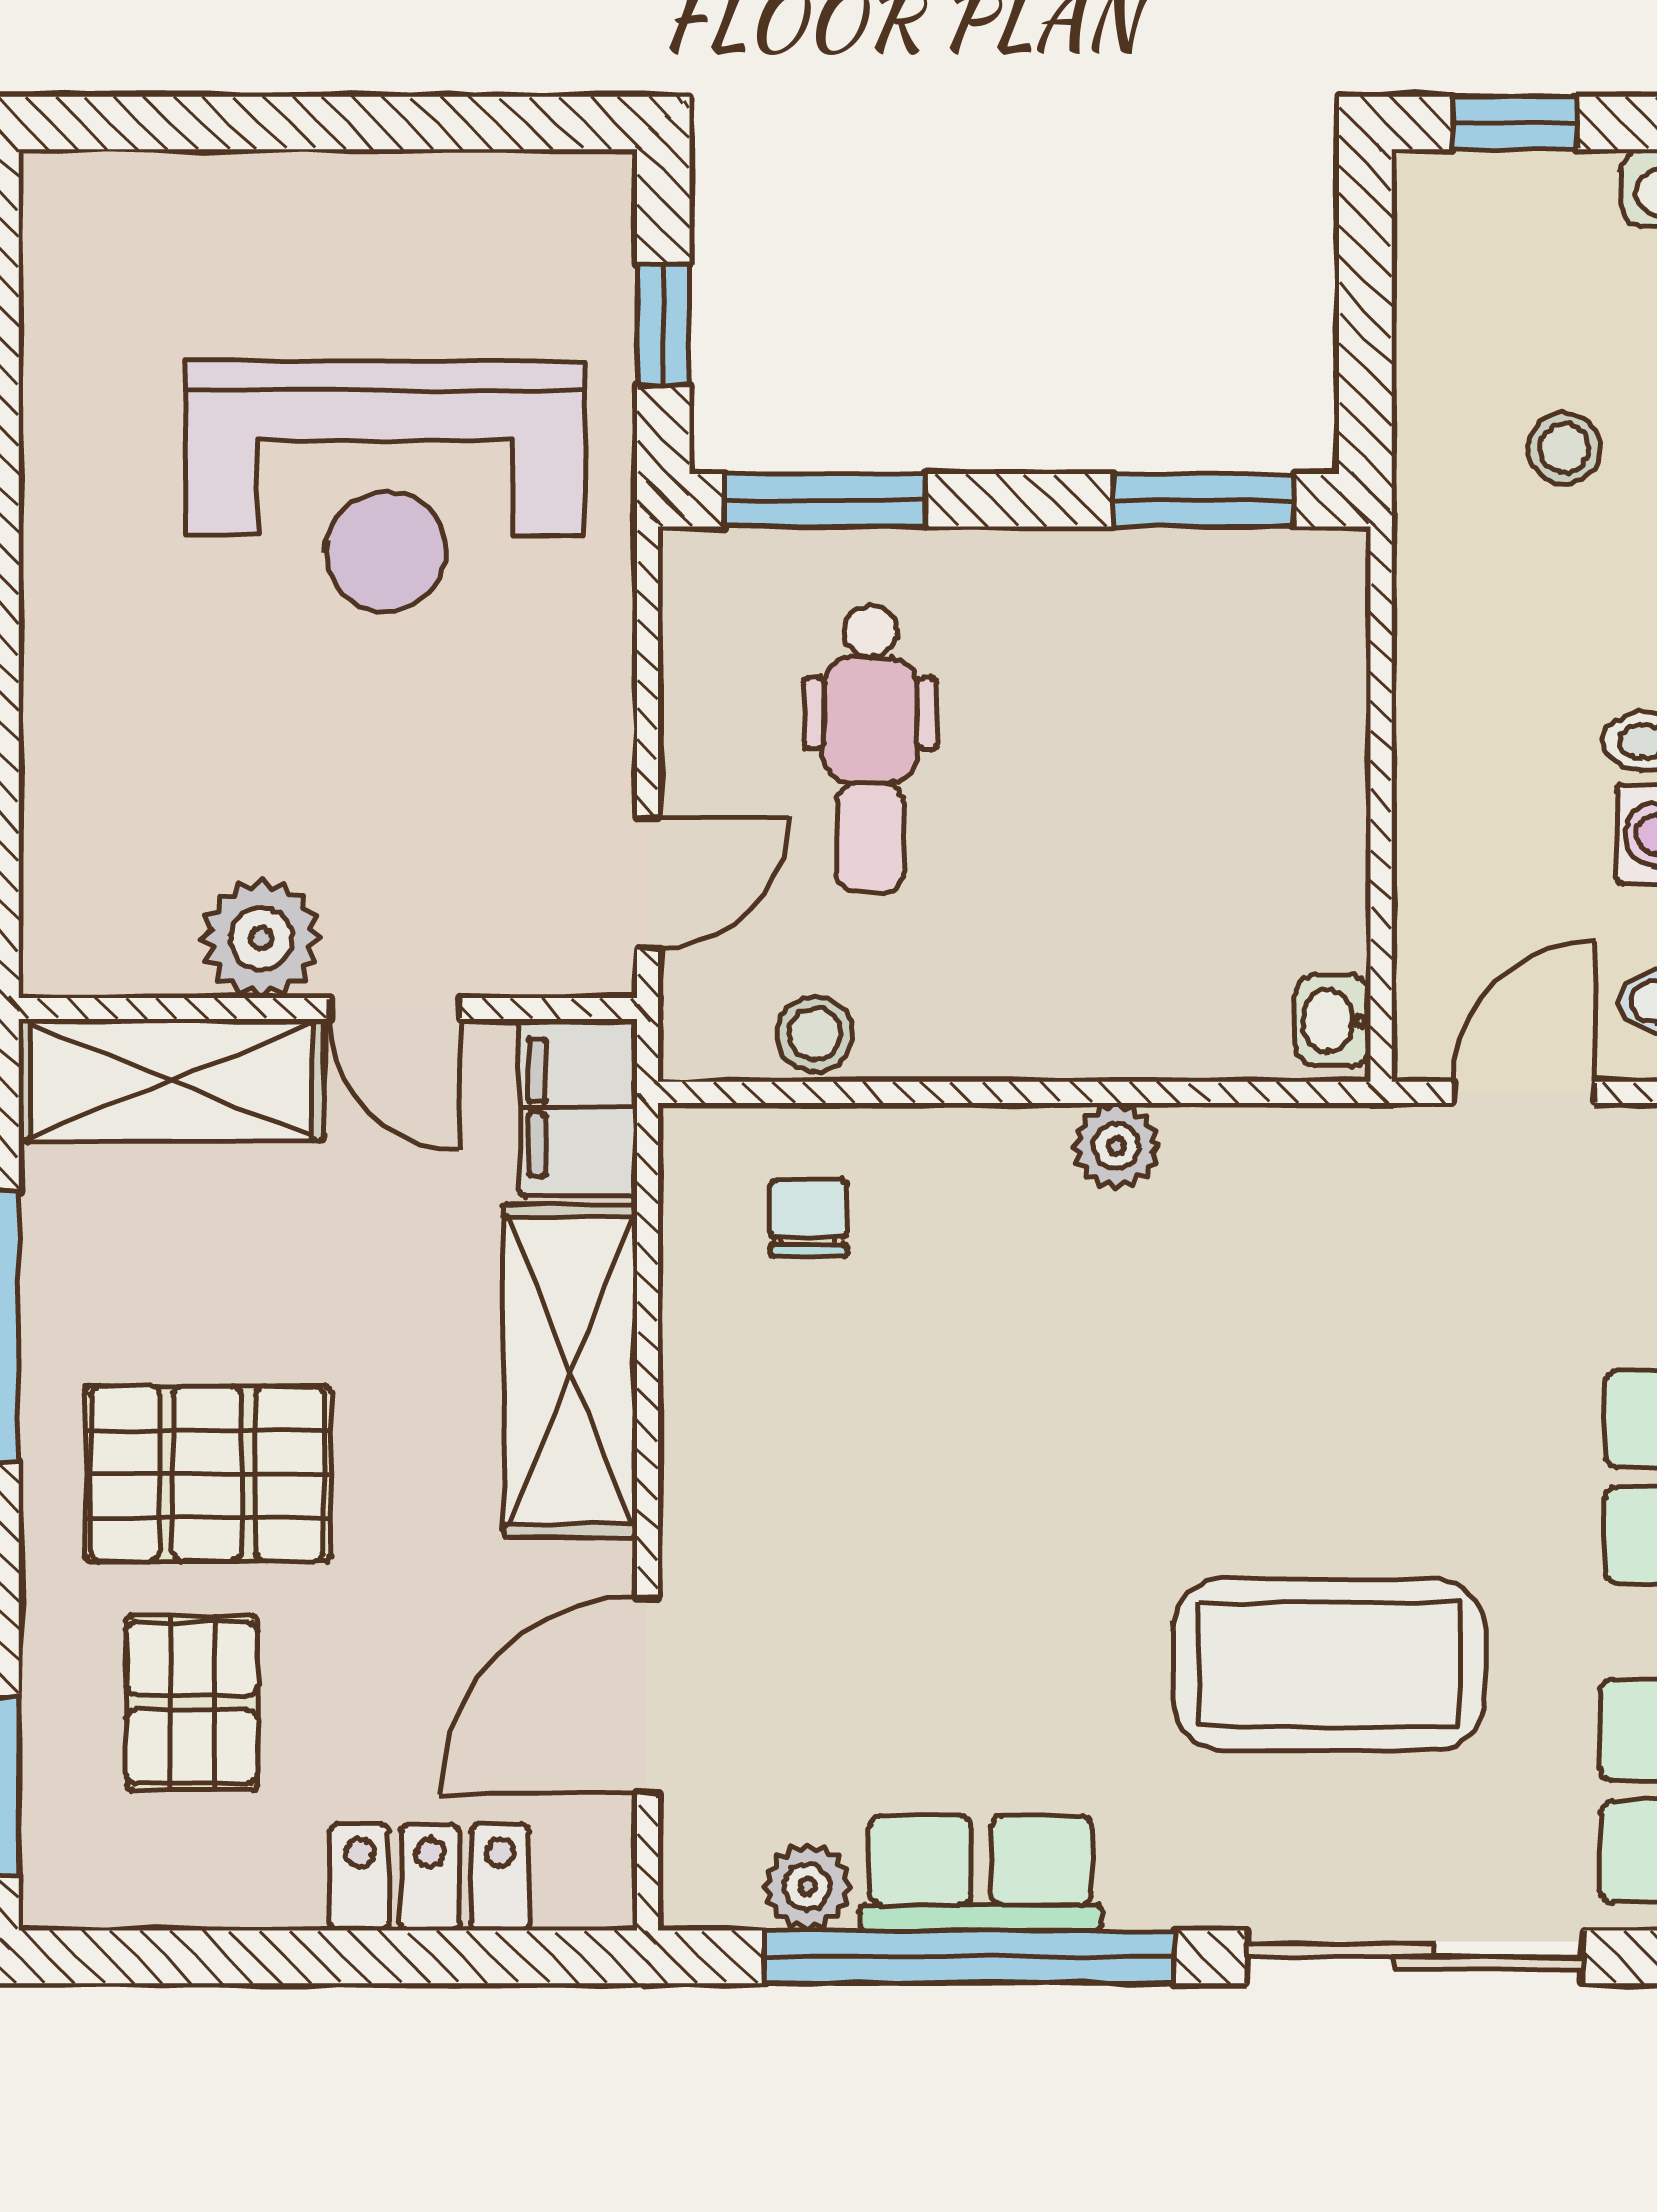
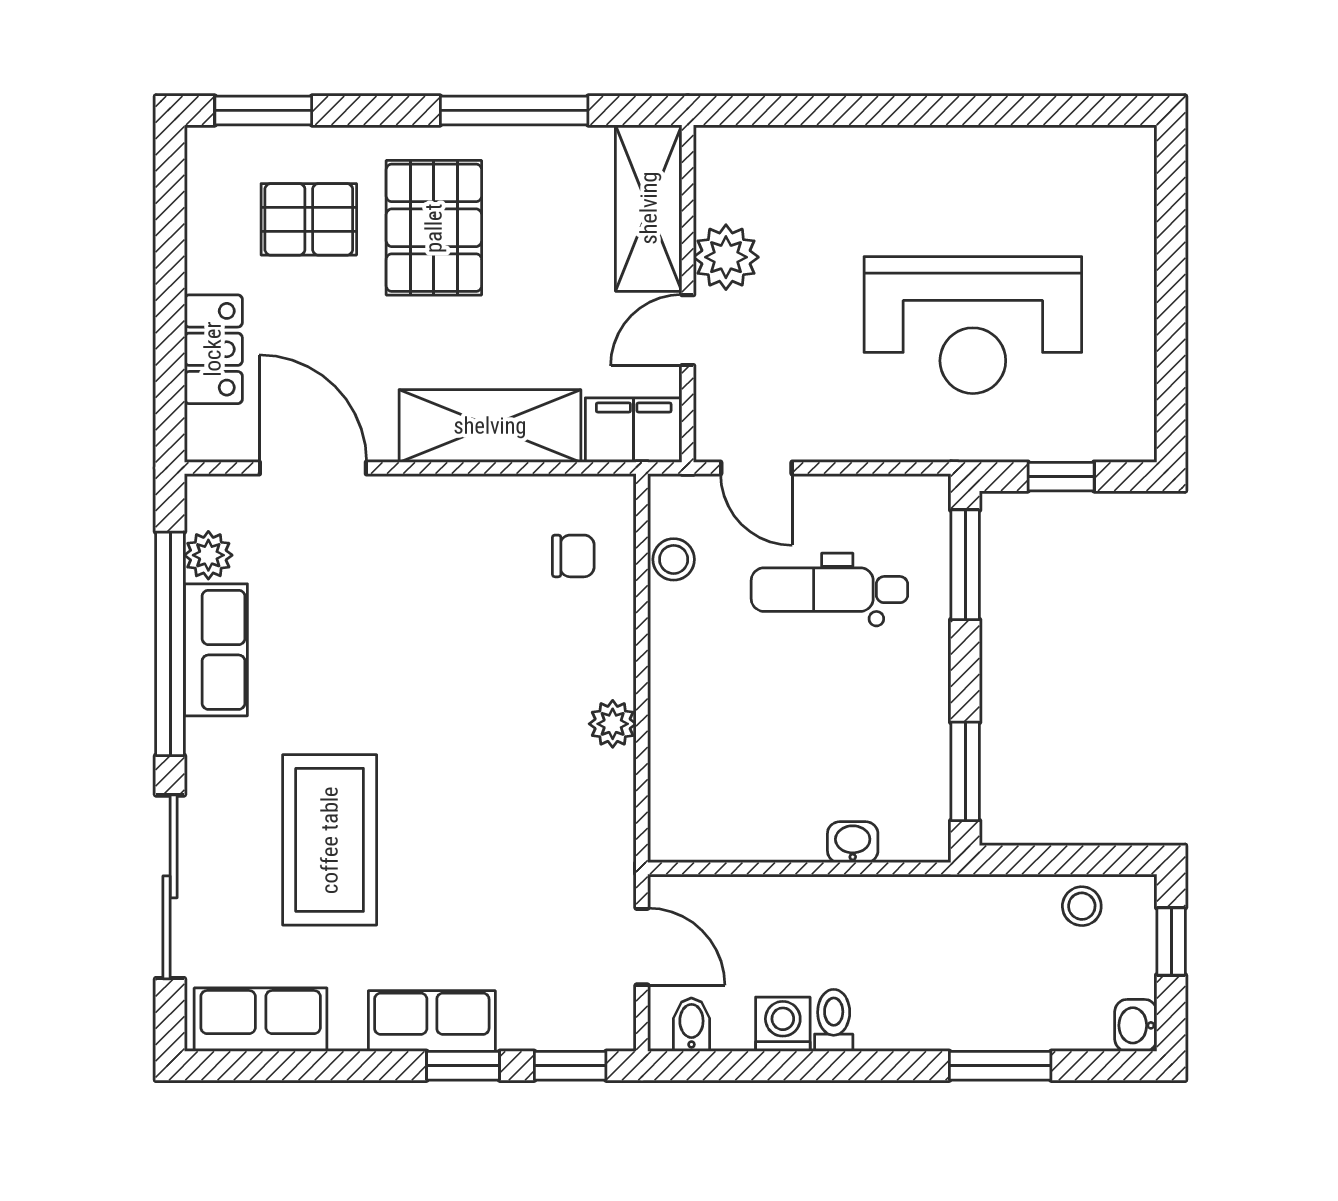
stool: (1564, 448) -> (1082, 906), moved
reception desk: (386, 486) -> (973, 325), turned -90
washbasin: (1333, 1021) -> (853, 842), moved

